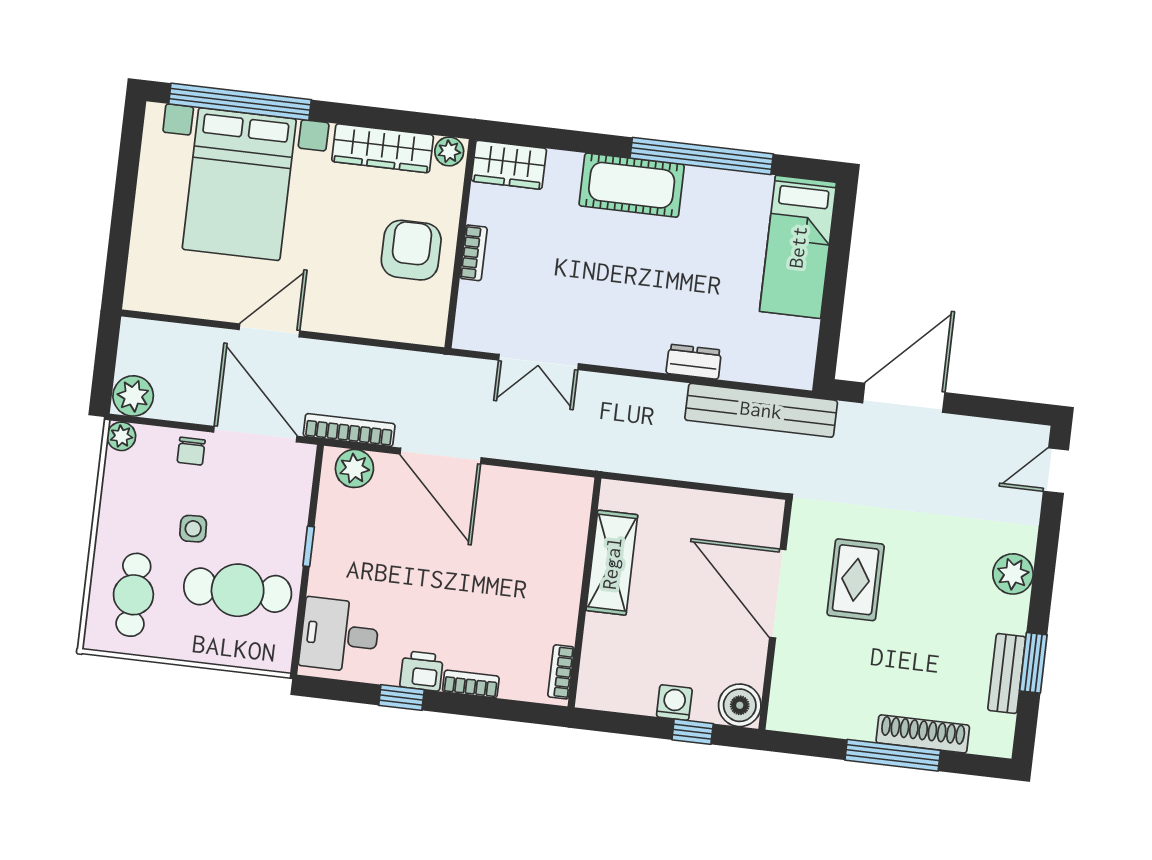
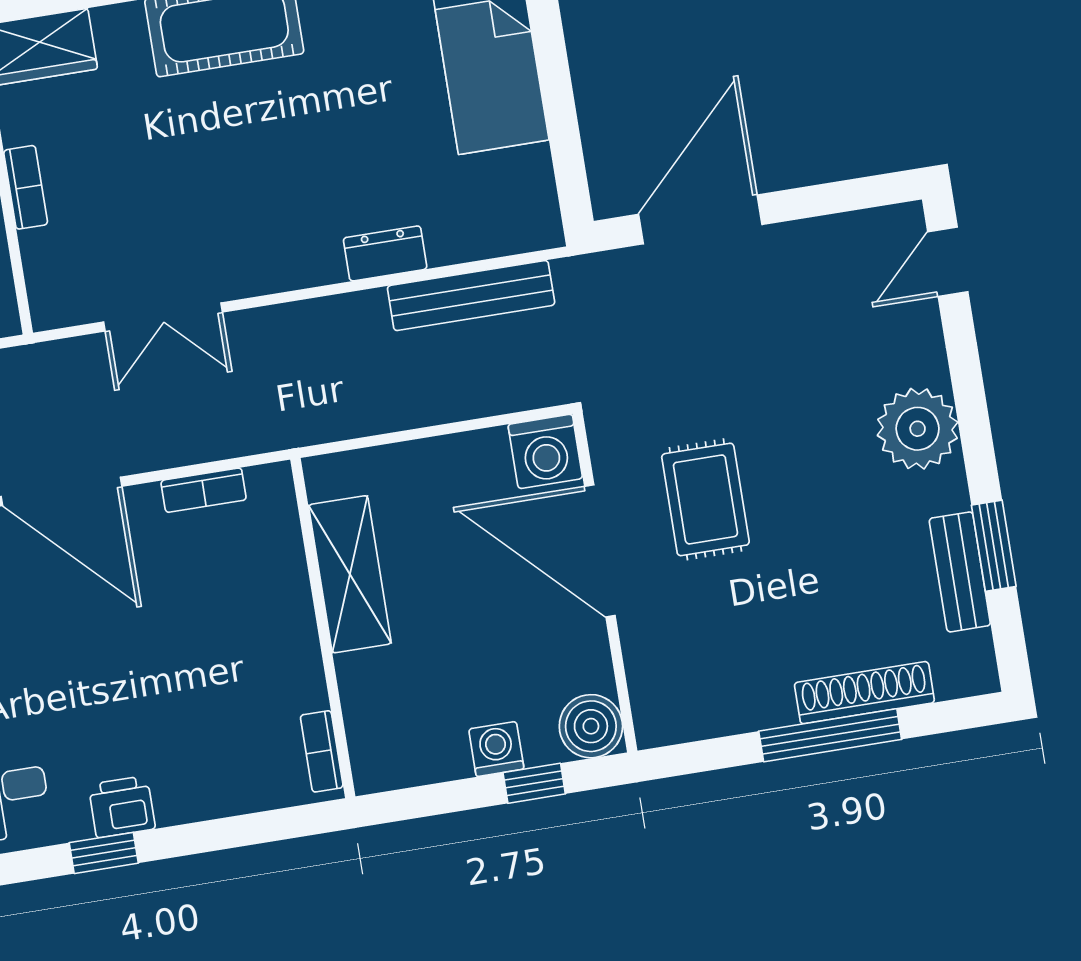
bench: (761, 410) -> (471, 296), width x0.73, depth x0.82
washing machine: (761, 519) -> (545, 451), added
plant: (1013, 574) -> (918, 429), width x1.36, depth x1.36
bookcase: (471, 684) -> (204, 490), moved, turned 180

